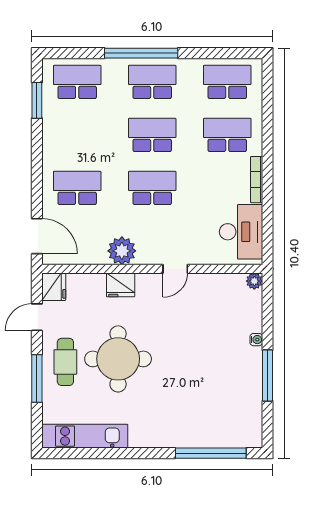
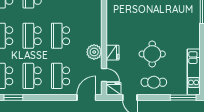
school desk: (77, 135) -> (32, 76), added
door: (175, 269) -> (104, 75), moved
round table: (118, 359) -> (152, 54), width x0.73, depth x0.73
window: (37, 379) -> (183, 98), moved

